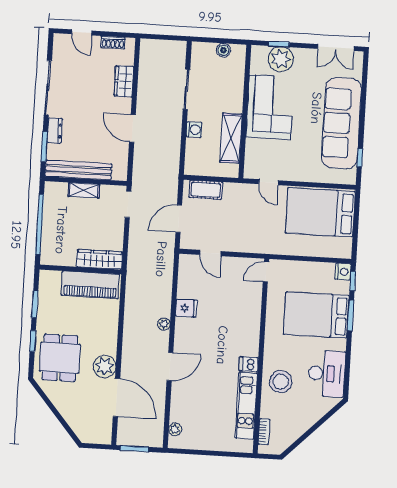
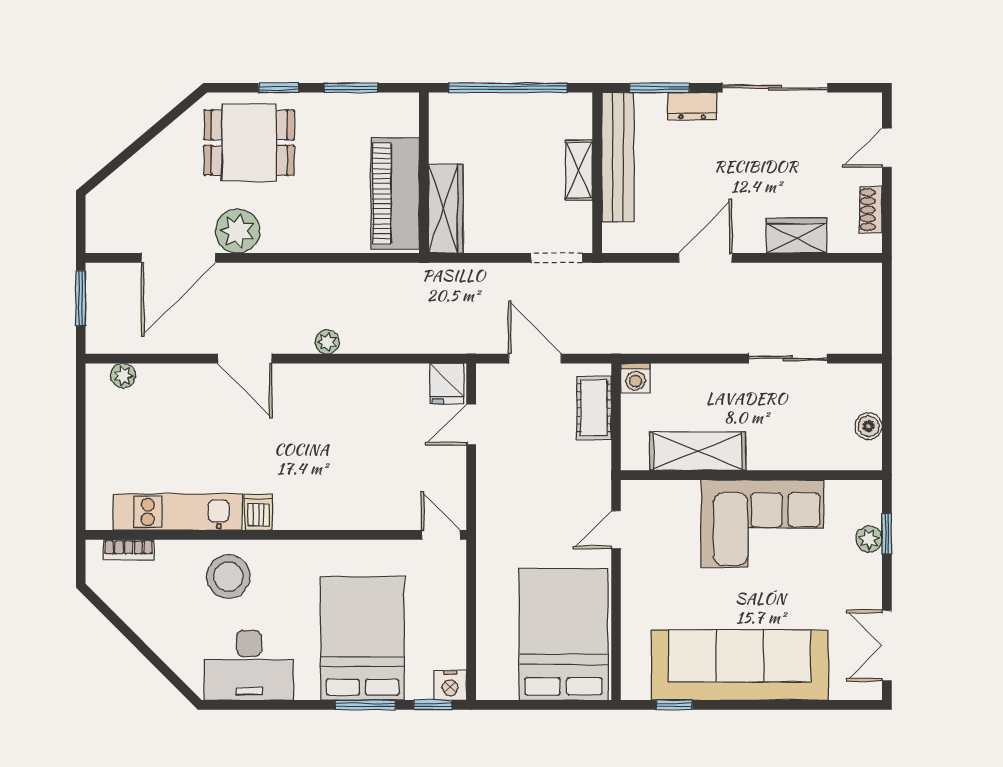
plant: (281, 59) -> (869, 539), width x0.53, depth x0.53
washing machine: (194, 130) -> (635, 378), moved
fridge: (186, 308) -> (447, 384), moved

